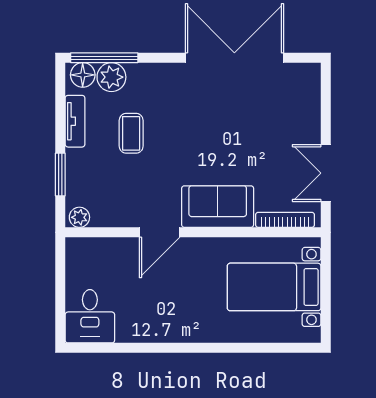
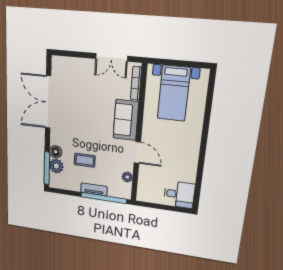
floor lamp: (83, 75) -> (56, 152), moved
tv unit: (75, 121) -> (94, 189), moved
window: (60, 174) -> (104, 198), width x2.11
plant: (79, 217) -> (127, 177), moved

